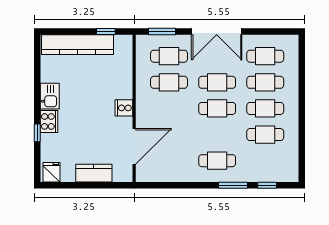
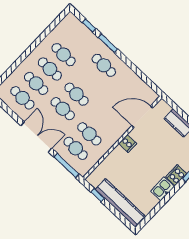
window: (162, 32) -> (67, 166), width x1.44

